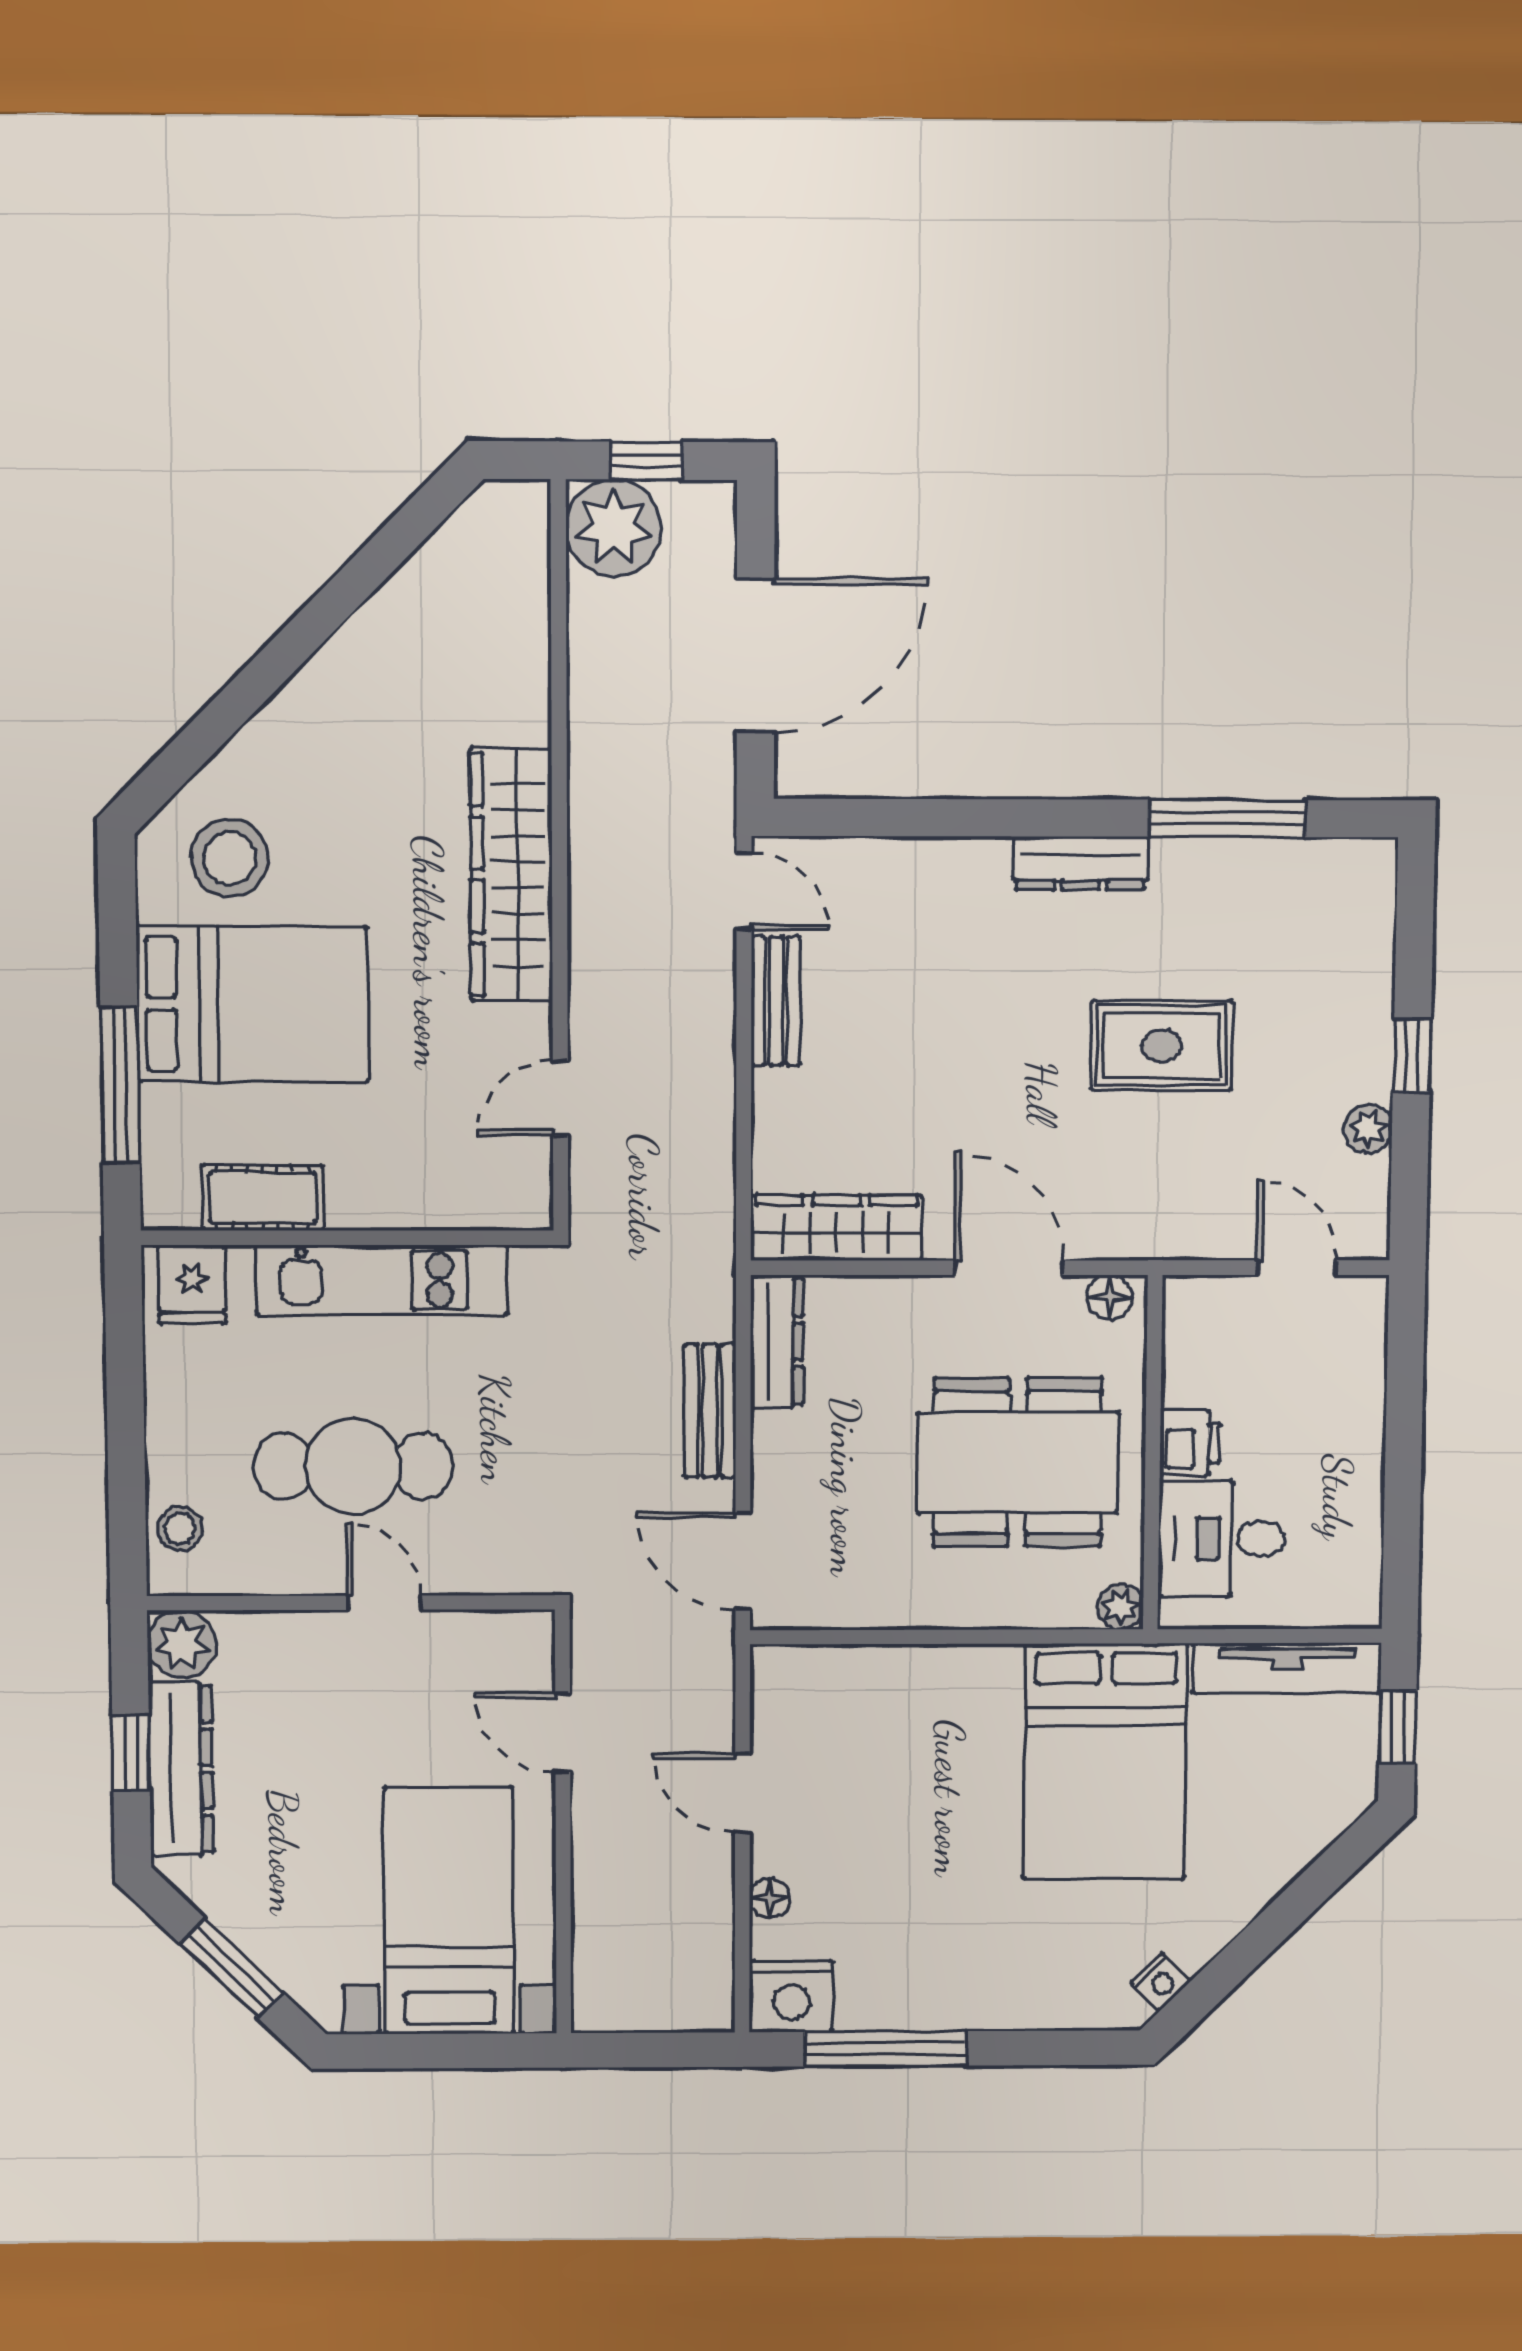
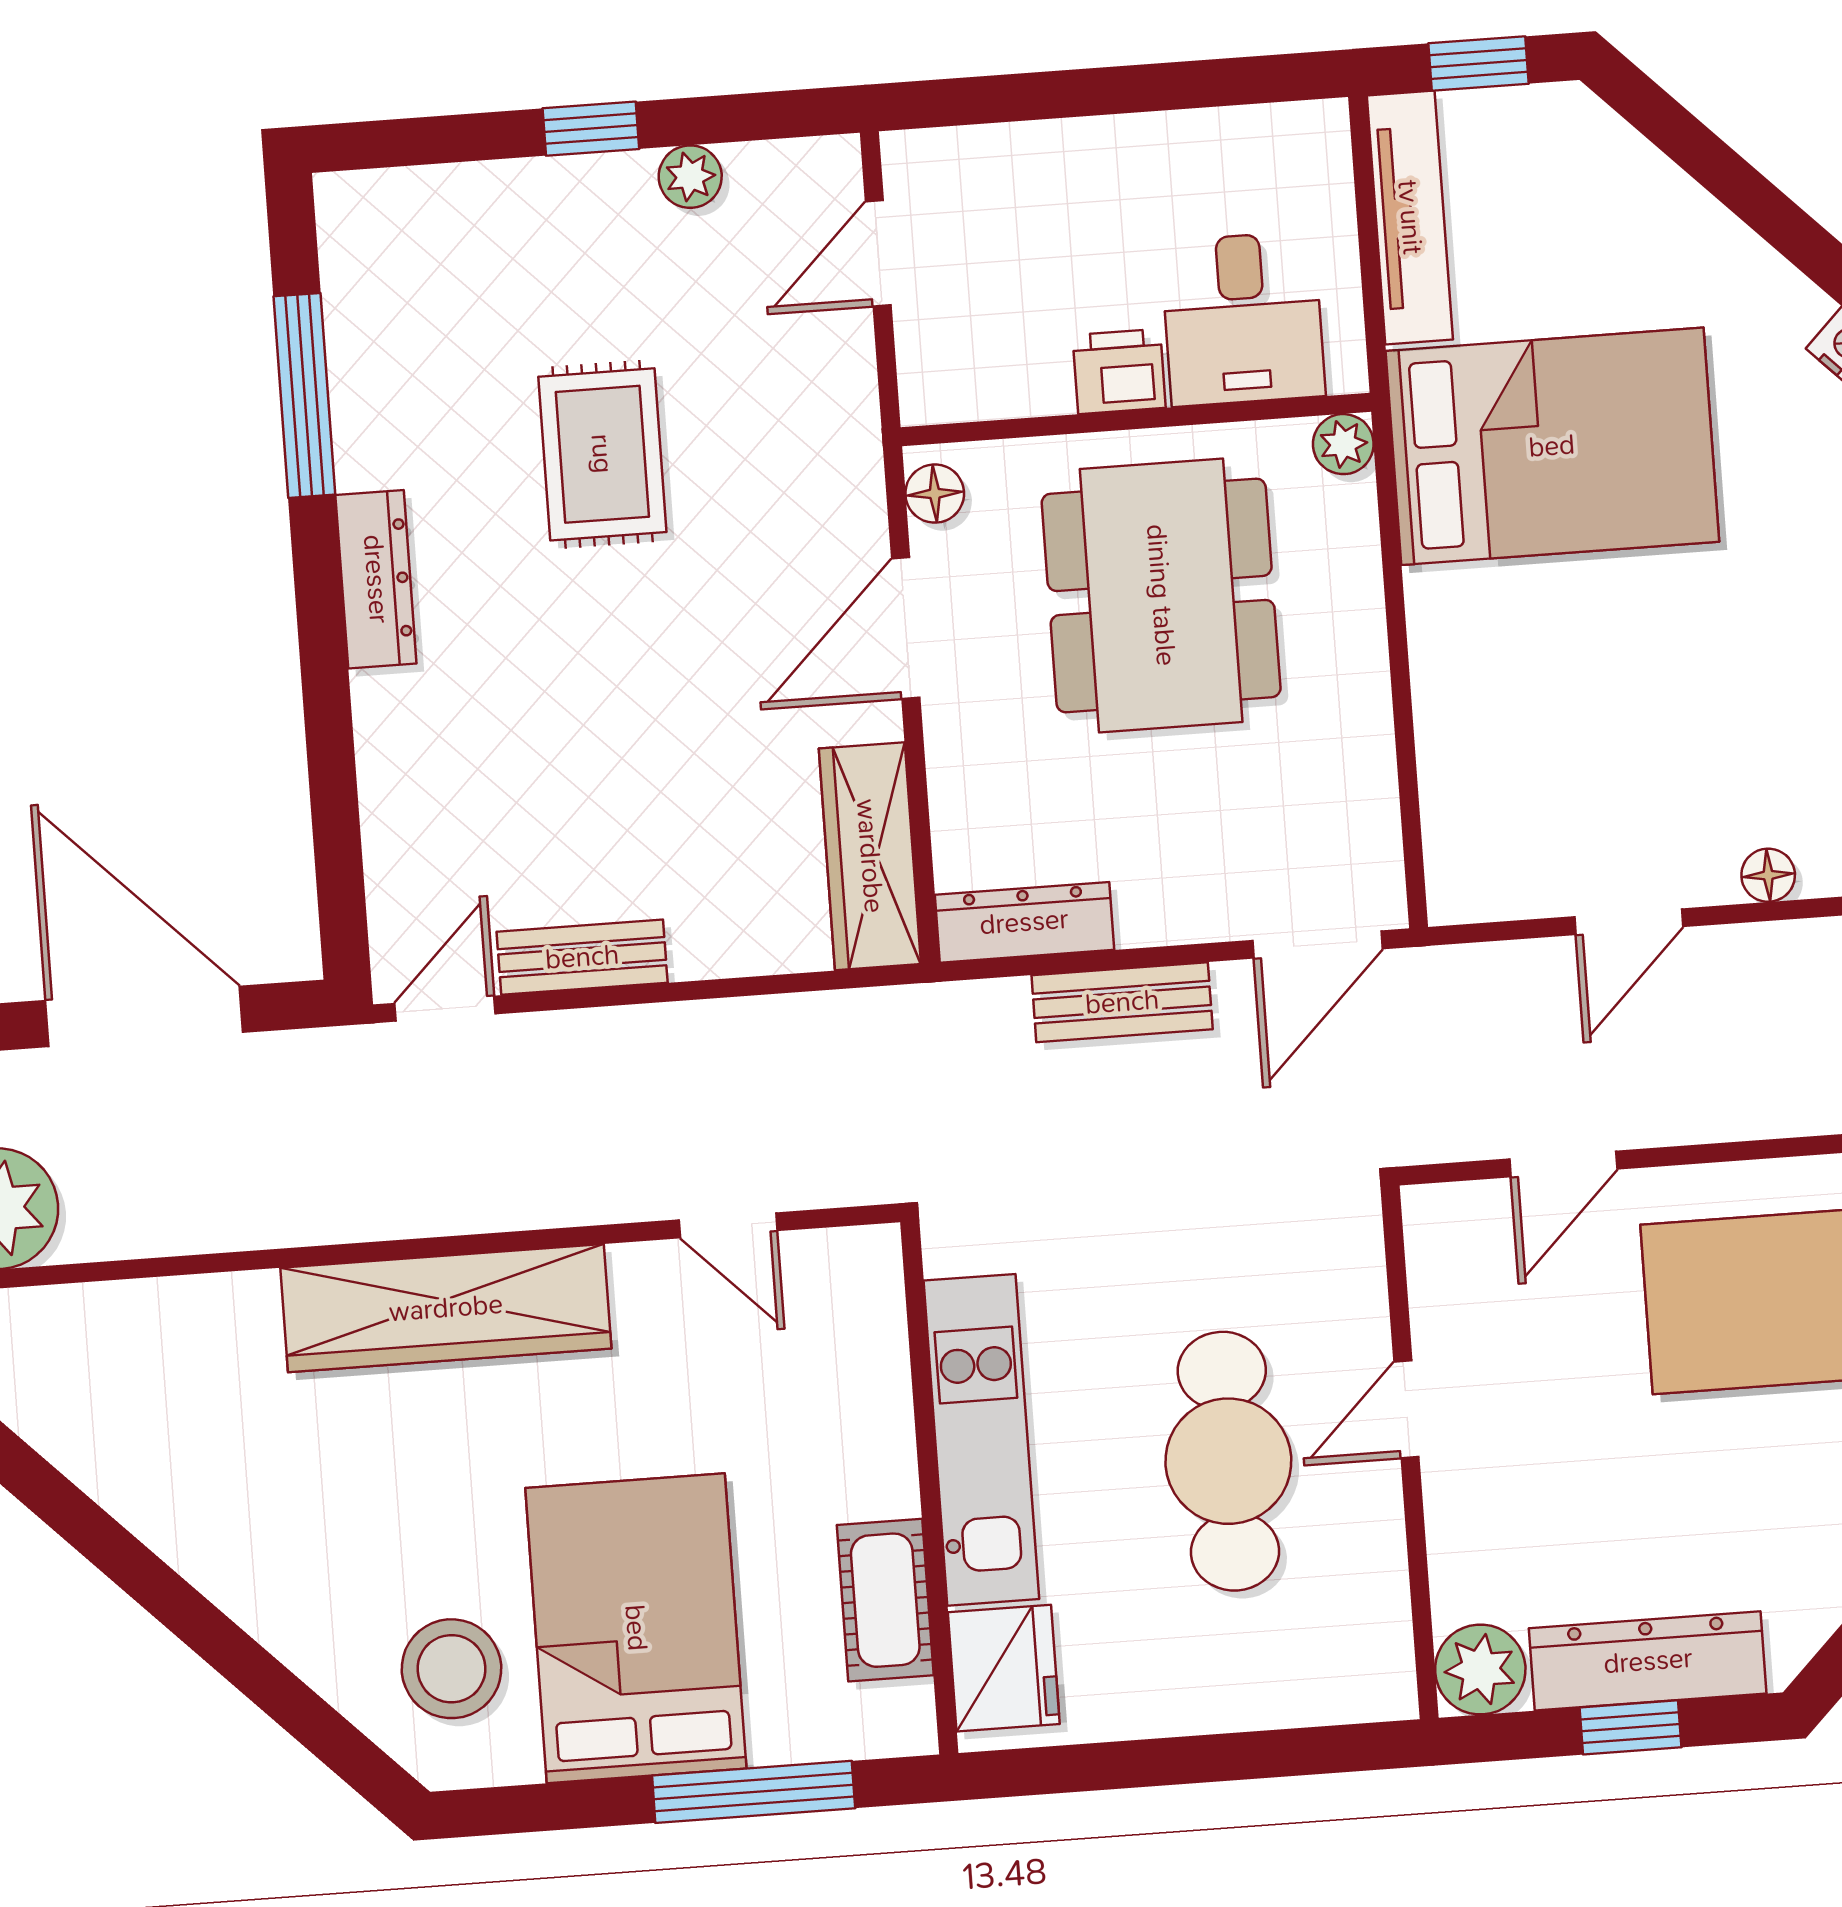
fridge: (192, 1285) -> (1004, 1668), width x1.38
stool: (180, 1529) -> (1327, 1681), removed

